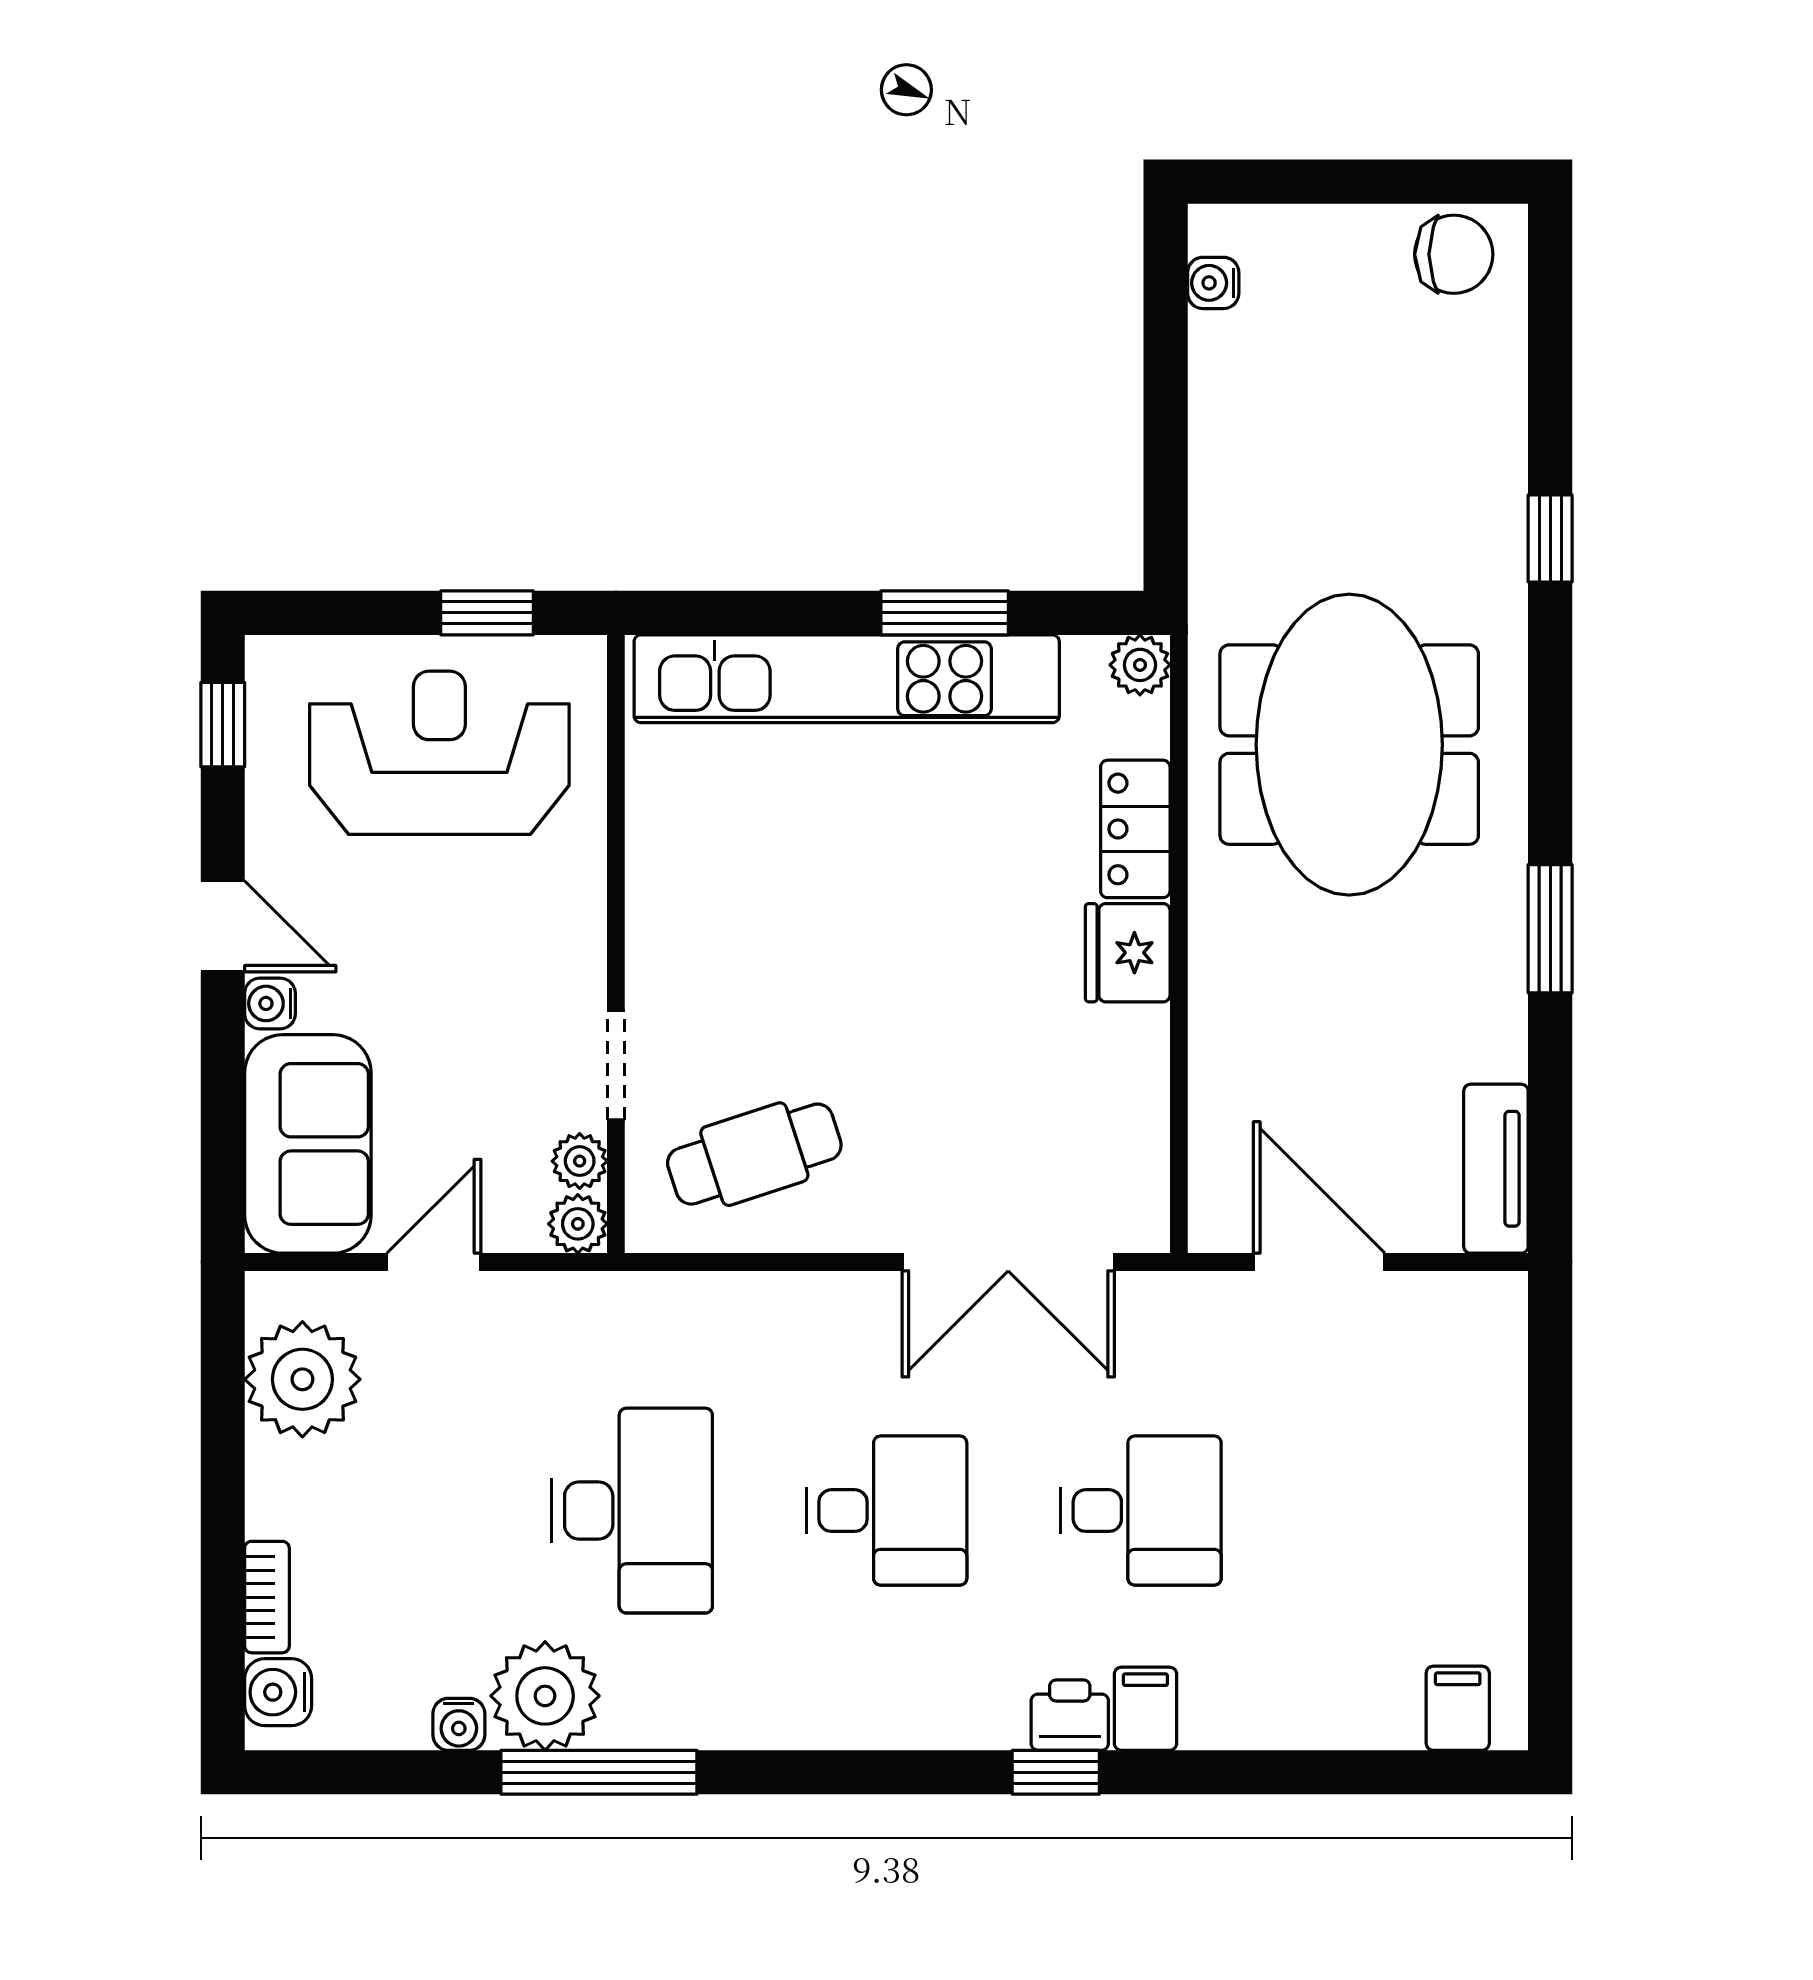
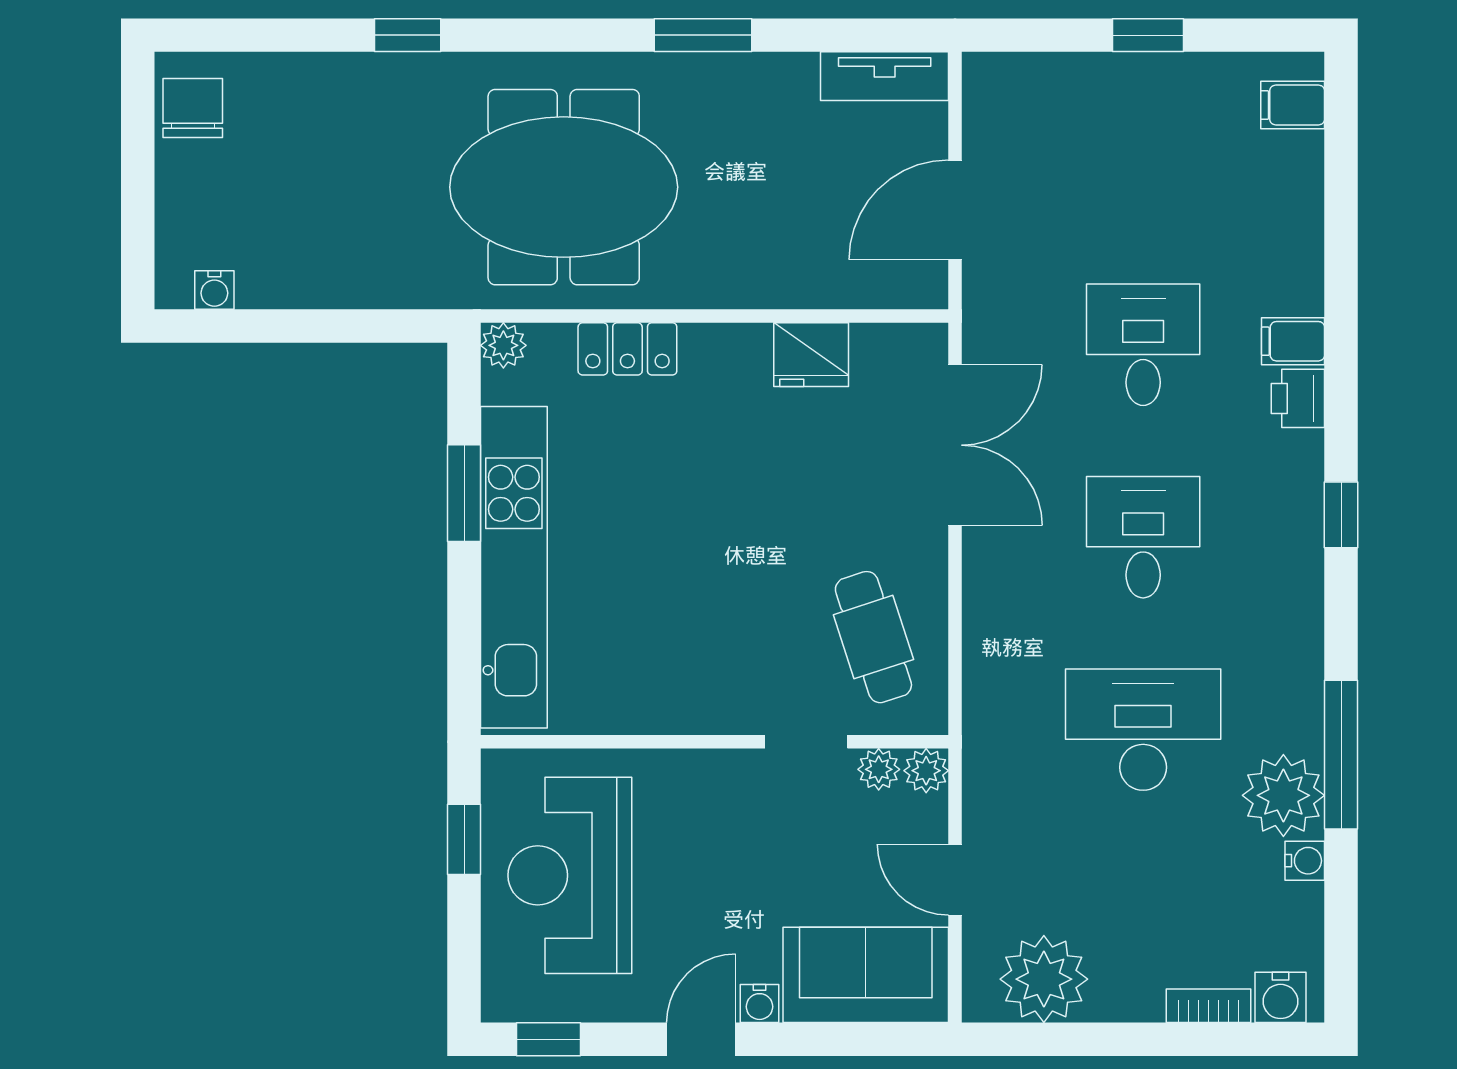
fridge: (1128, 953) -> (811, 355), moved
window: (1550, 1517) -> (1148, 35), added
window: (1056, 1772) -> (1341, 515), moved

